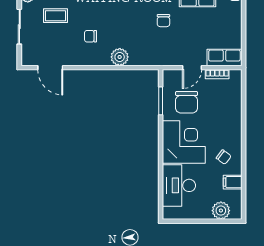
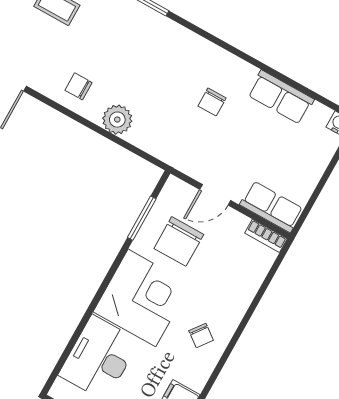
chair: (90, 36) -> (79, 86), moved
bookcase: (217, 74) -> (266, 236), moved
chair: (224, 157) -> (201, 335), moved

